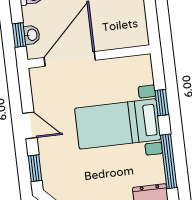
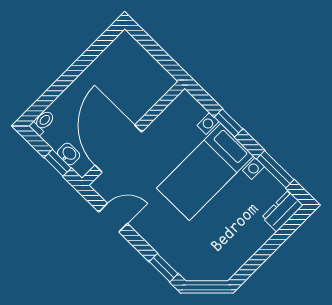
door: (30, 125) -> (113, 218), moved
window: (169, 161) -> (275, 169), width x0.69

